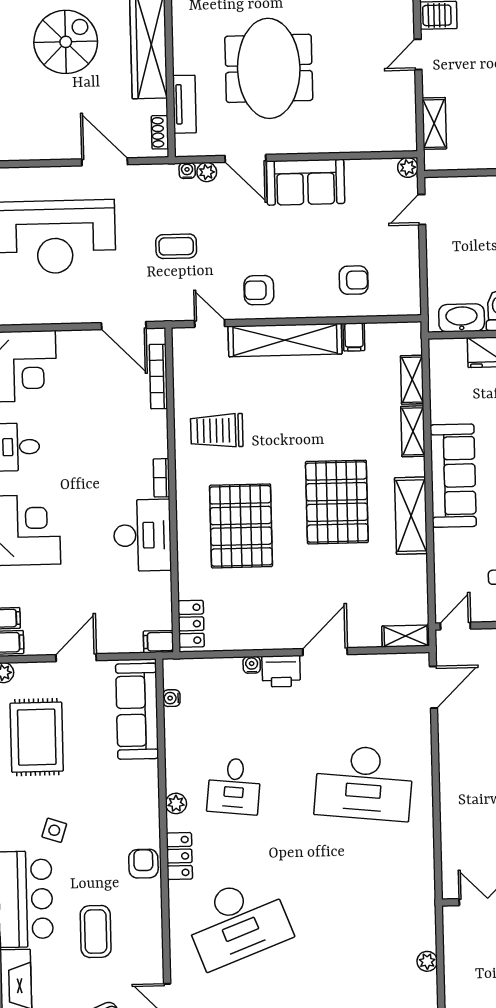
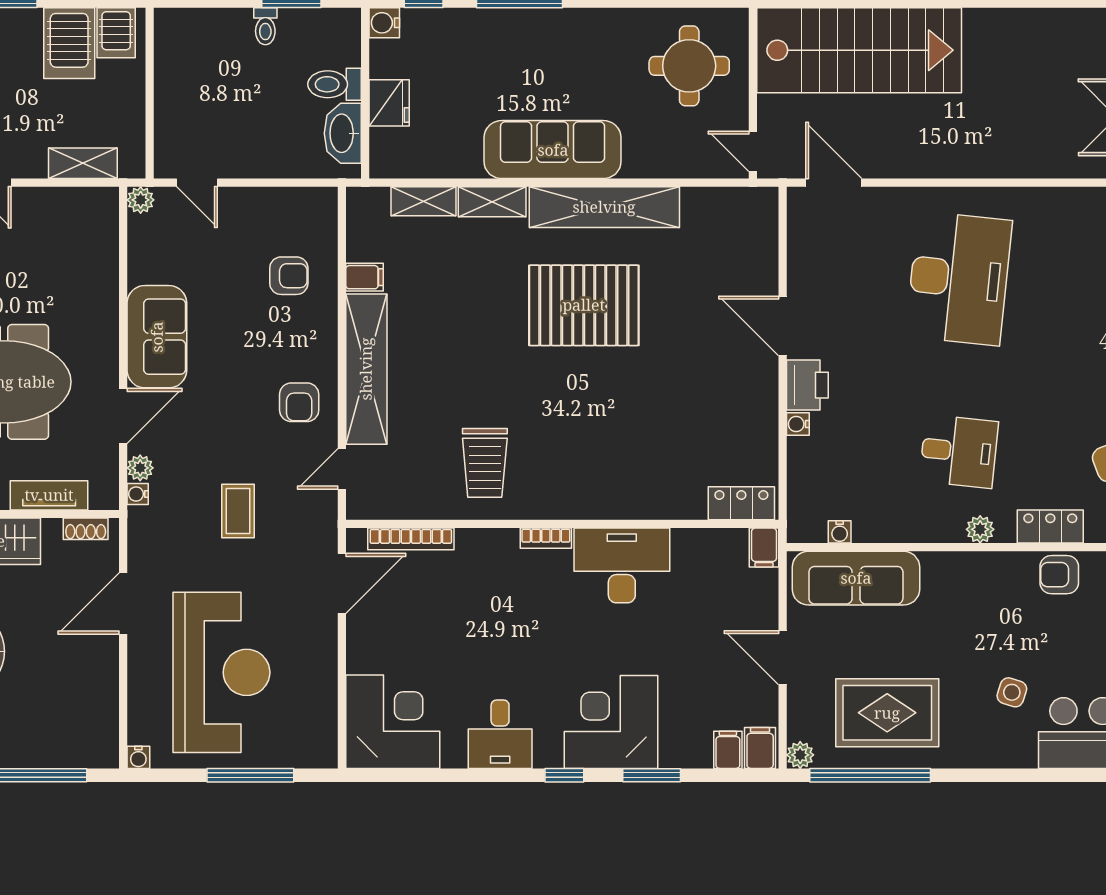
armchair: (354, 280) -> (289, 276), turned 90
shelving: (411, 516) -> (604, 207), width x1.47
pallet: (241, 526) -> (613, 434), removed
shelving: (406, 636) -> (765, 218), removed

